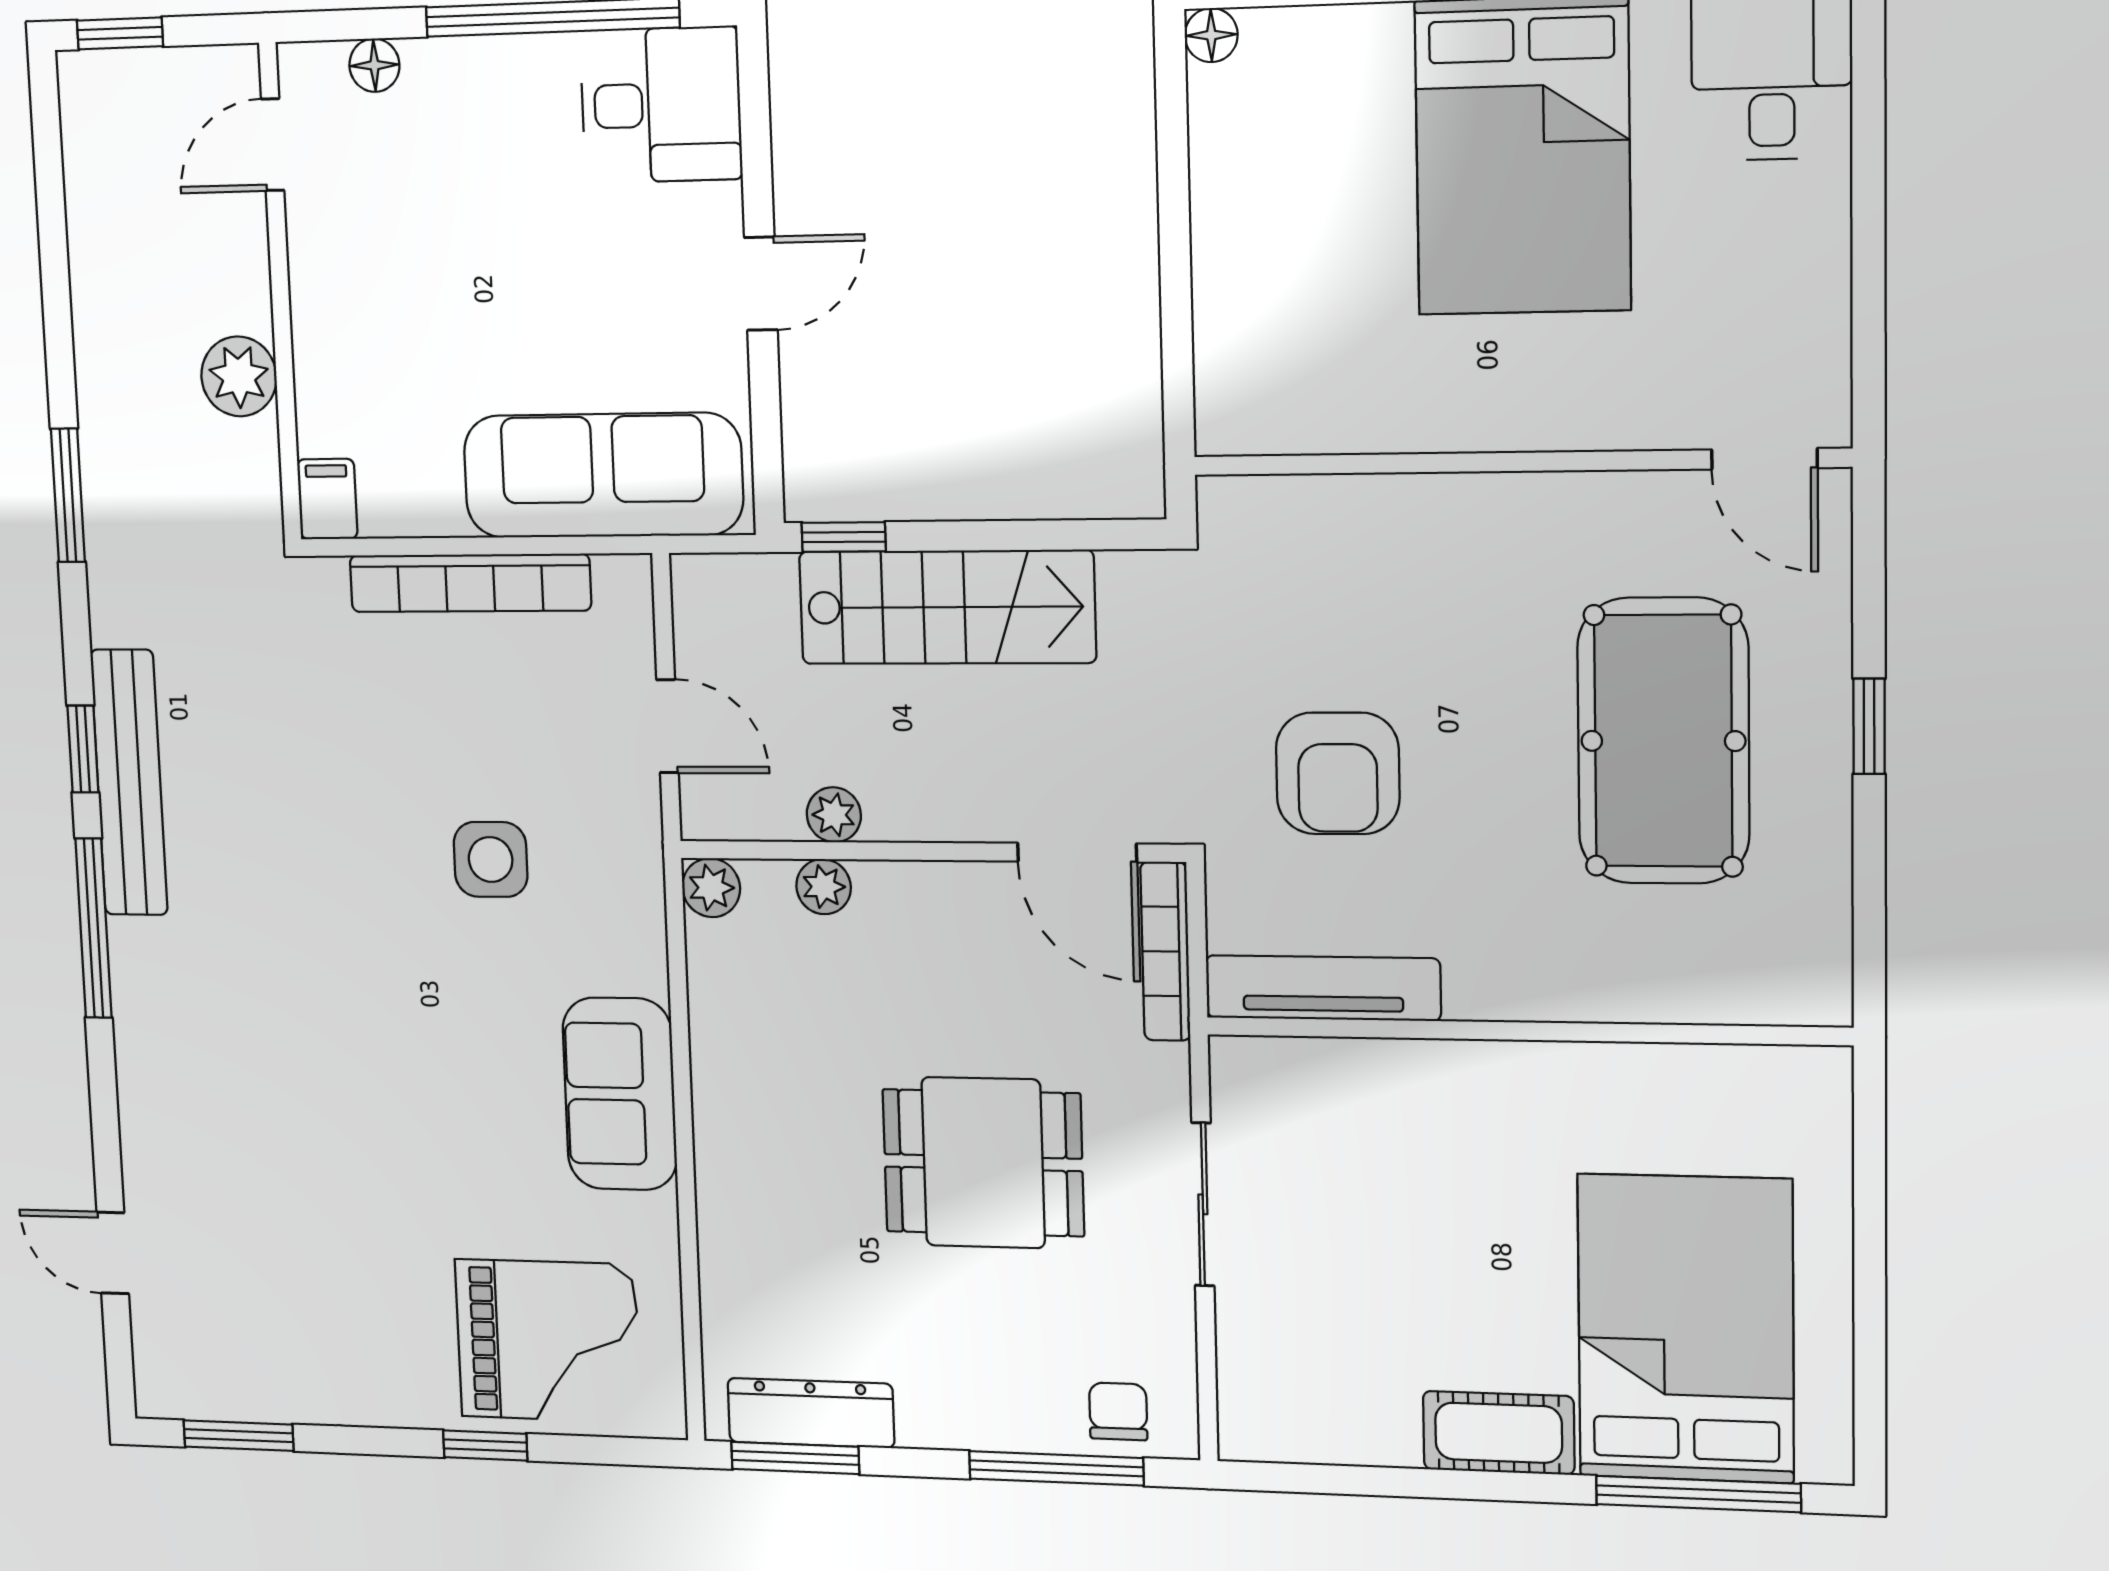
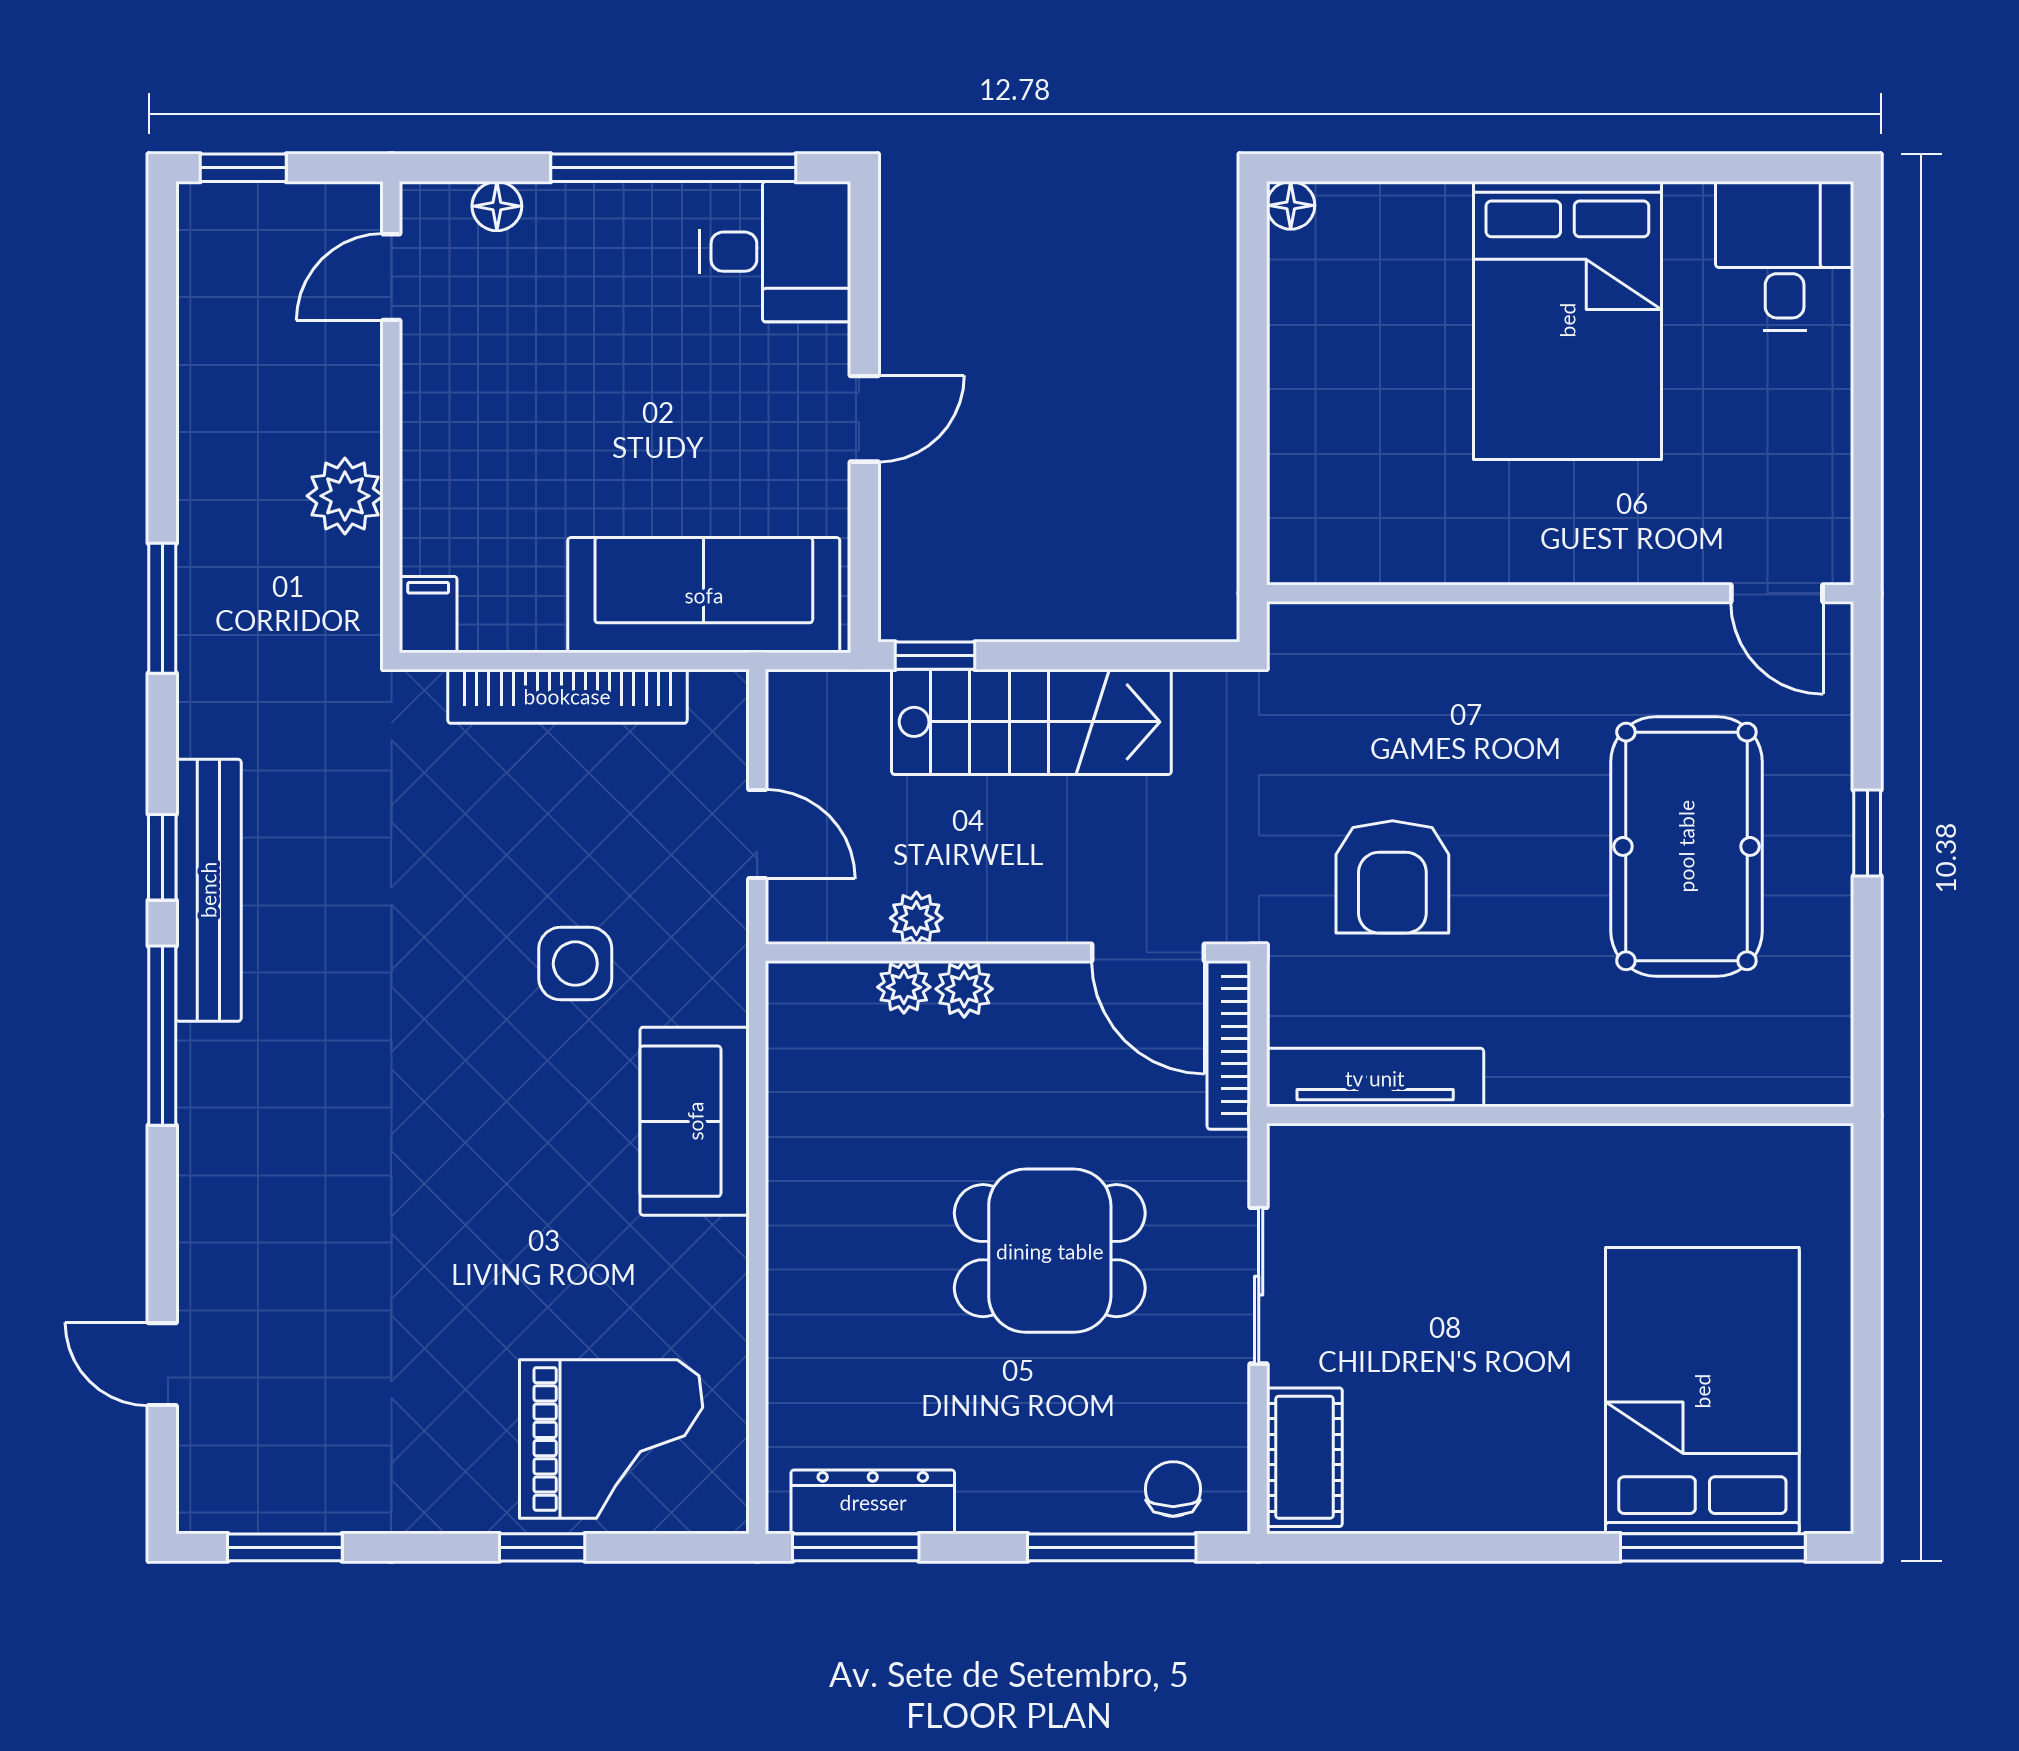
plant: (711, 888) -> (964, 989), moved
sofa: (620, 1094) -> (695, 1121), moved
cot: (1499, 1433) -> (1304, 1457), moved, turned 90

